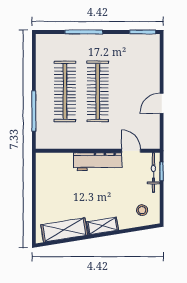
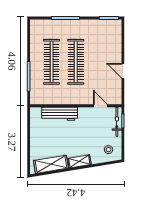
door: (162, 103) -> (123, 71), hinge flipped
workbench: (98, 162) -> (60, 114), moved

